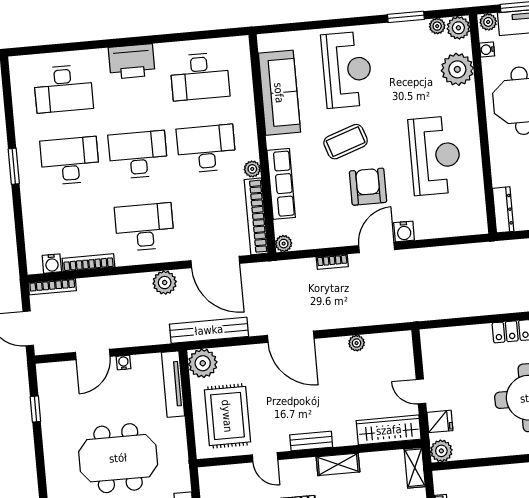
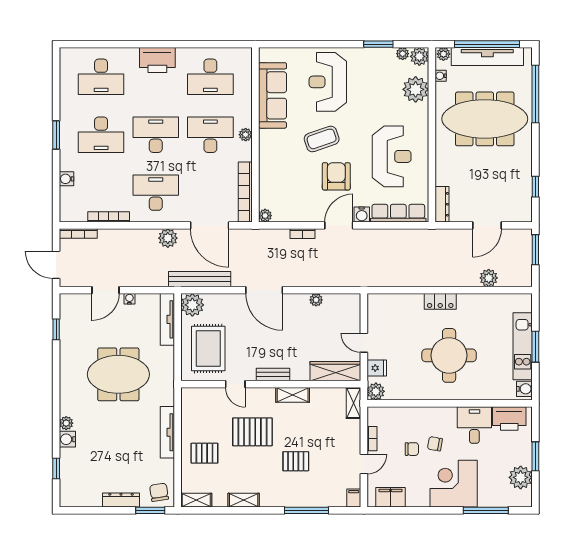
reception desk: (347, 70) -> (328, 82), turned 180
desk: (70, 161) -> (101, 135), turned 180
plant: (252, 169) -> (246, 135), moved
row of seats: (281, 184) -> (398, 213), moved, turned -90
water cooler: (52, 264) -> (67, 179), moved, turned 90

